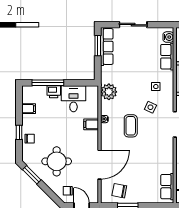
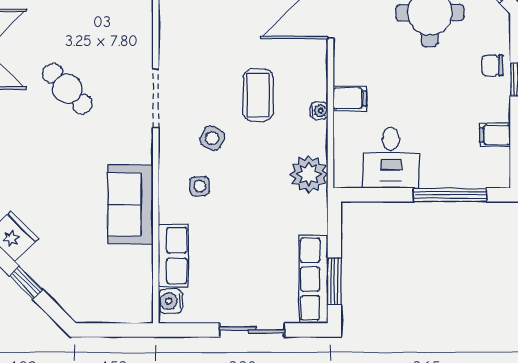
printer: (54, 92) -> (437, 174), removed

